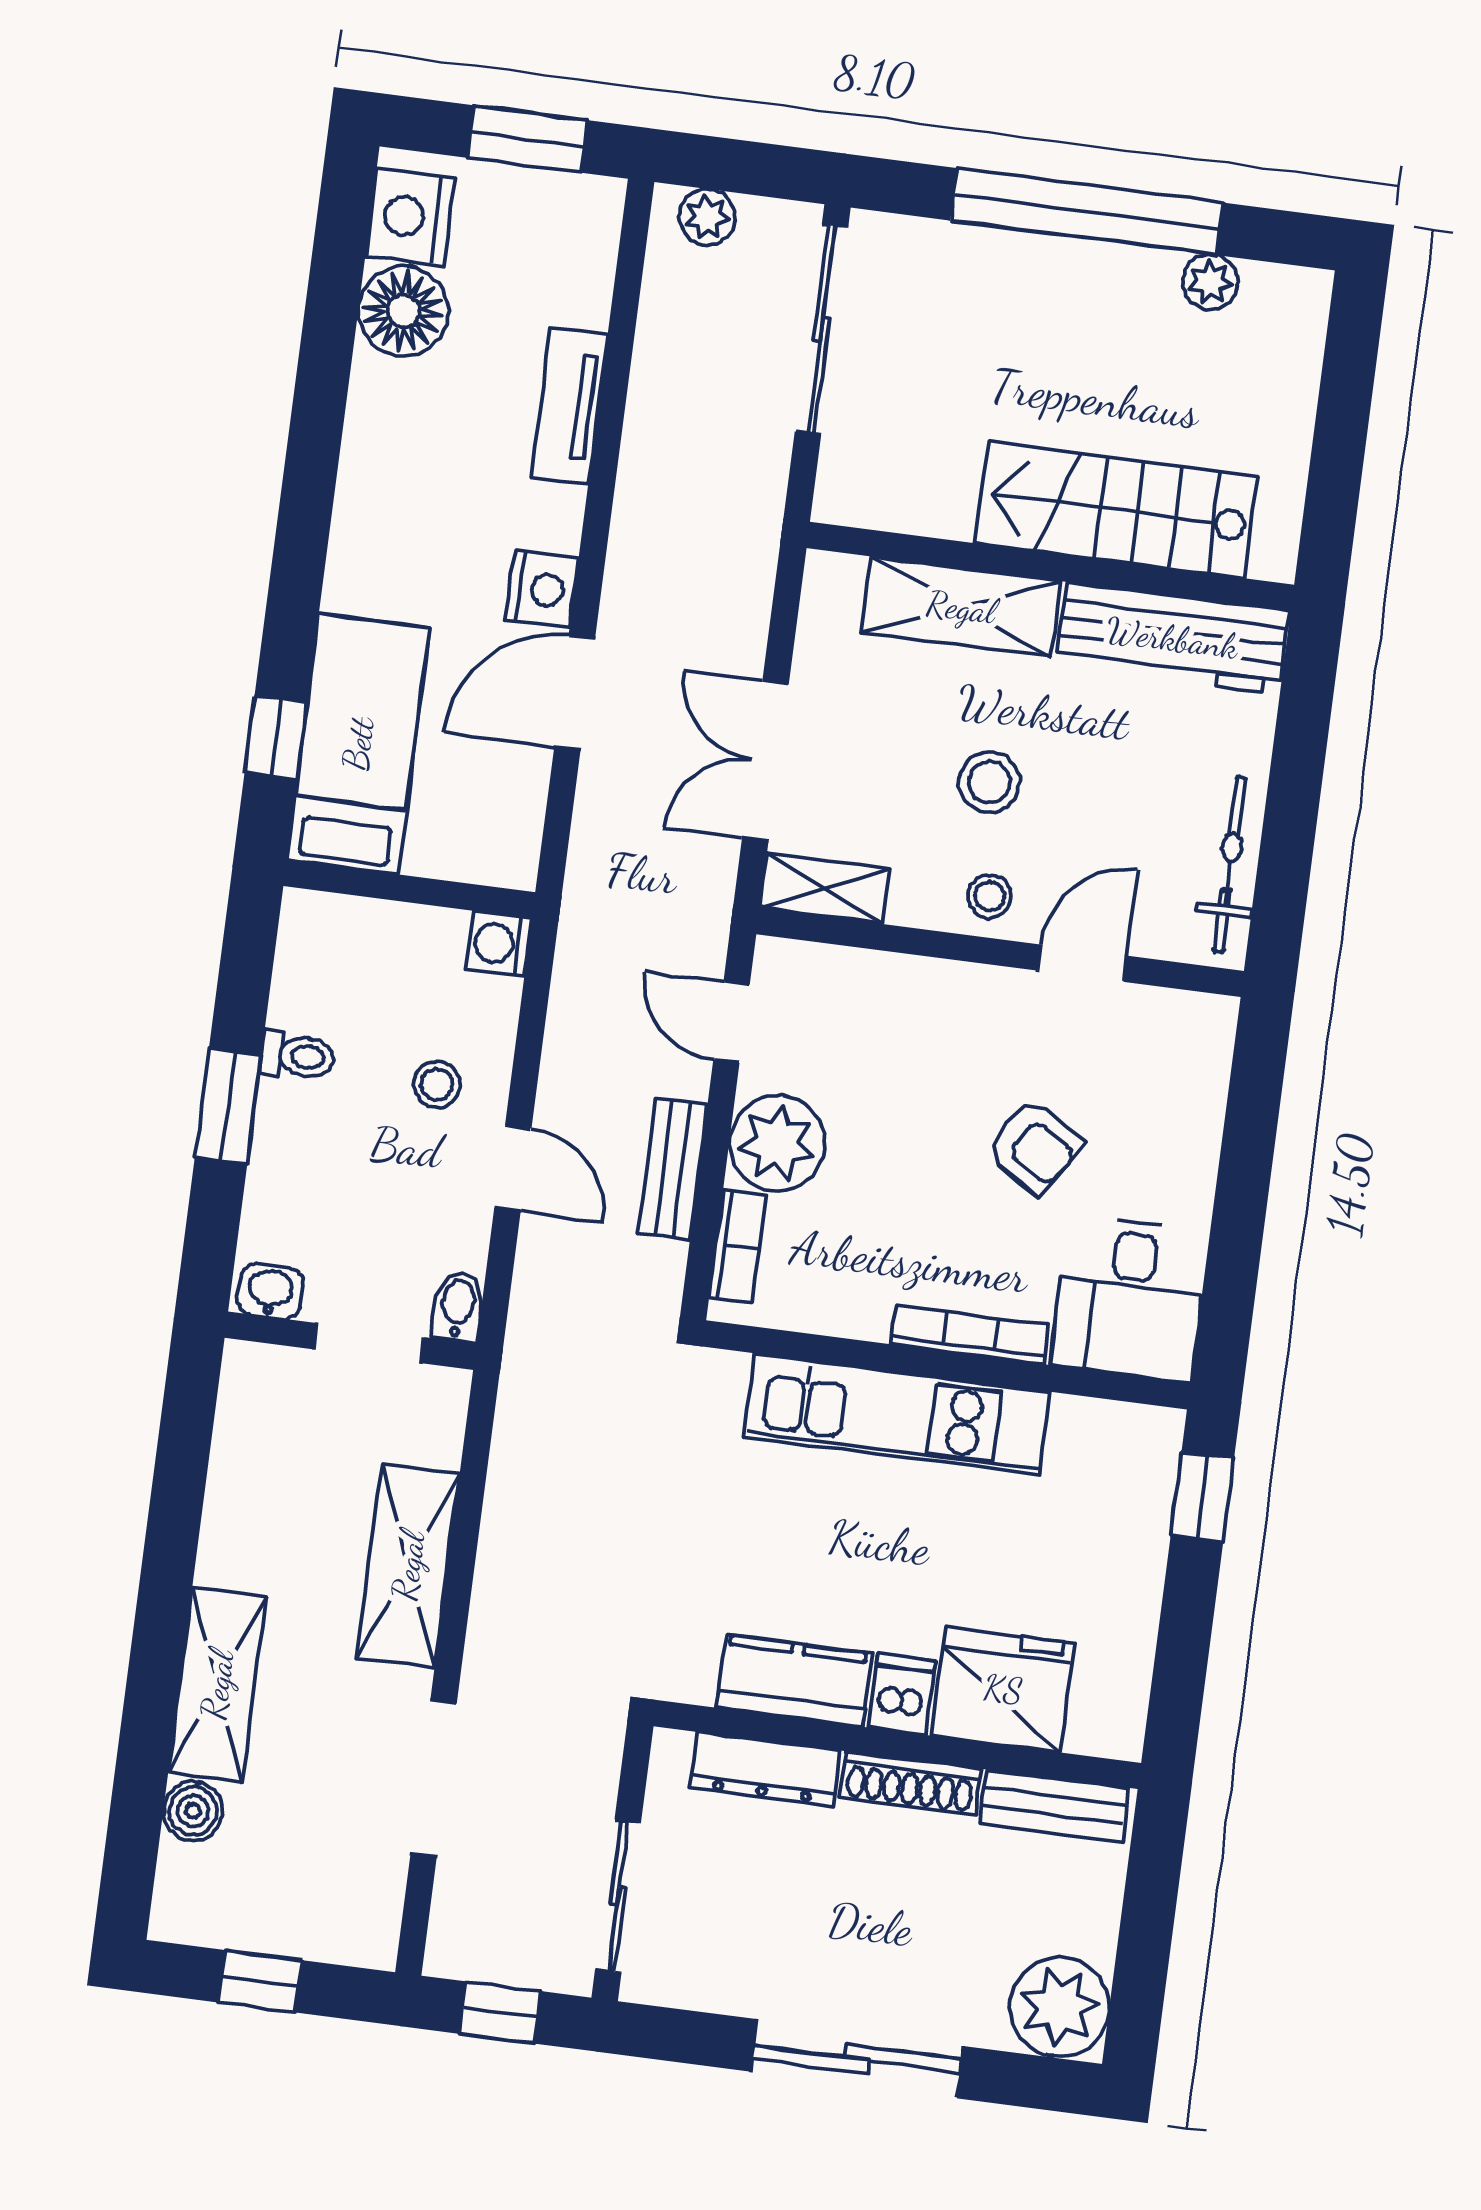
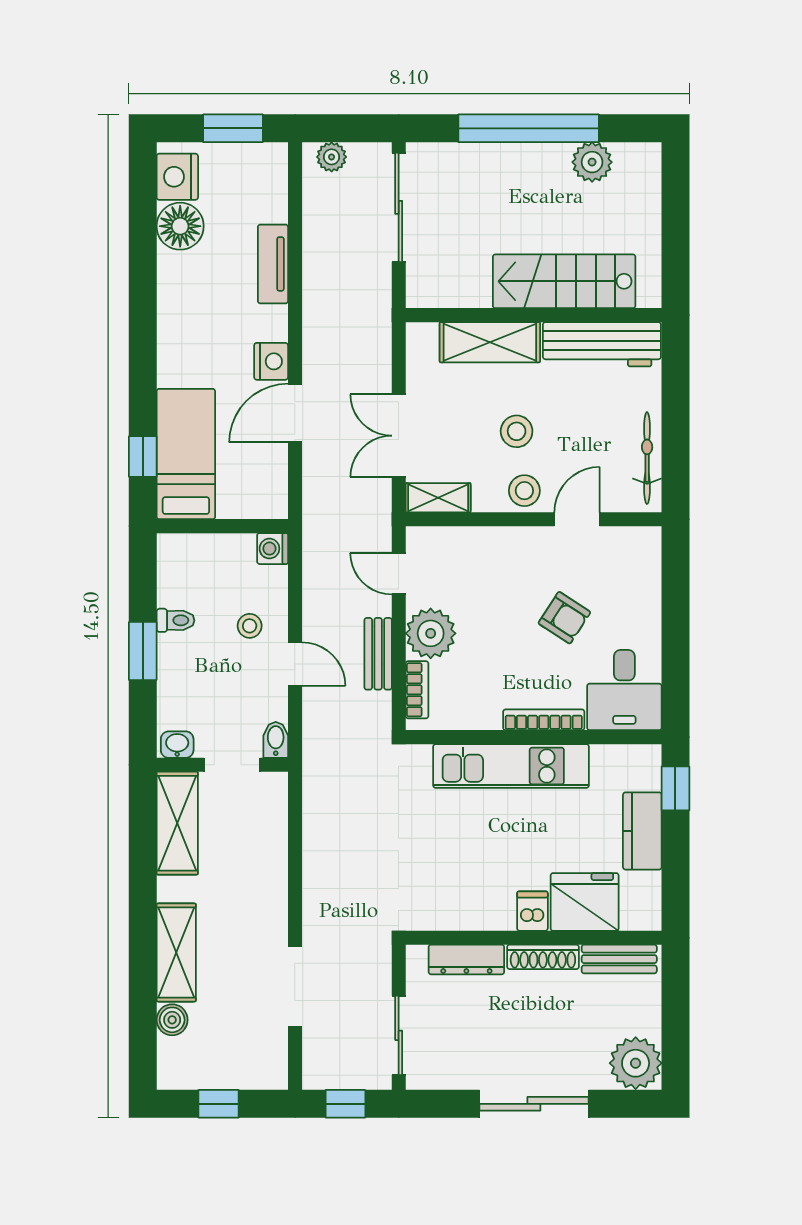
plant: (1210, 282) -> (592, 162), width x1.38, depth x1.38
stool: (990, 896) -> (524, 491), width x1.37, depth x1.37
shelving: (408, 1566) -> (177, 823), moved
kitchen counter: (794, 1681) -> (642, 831), moved, turned -90

